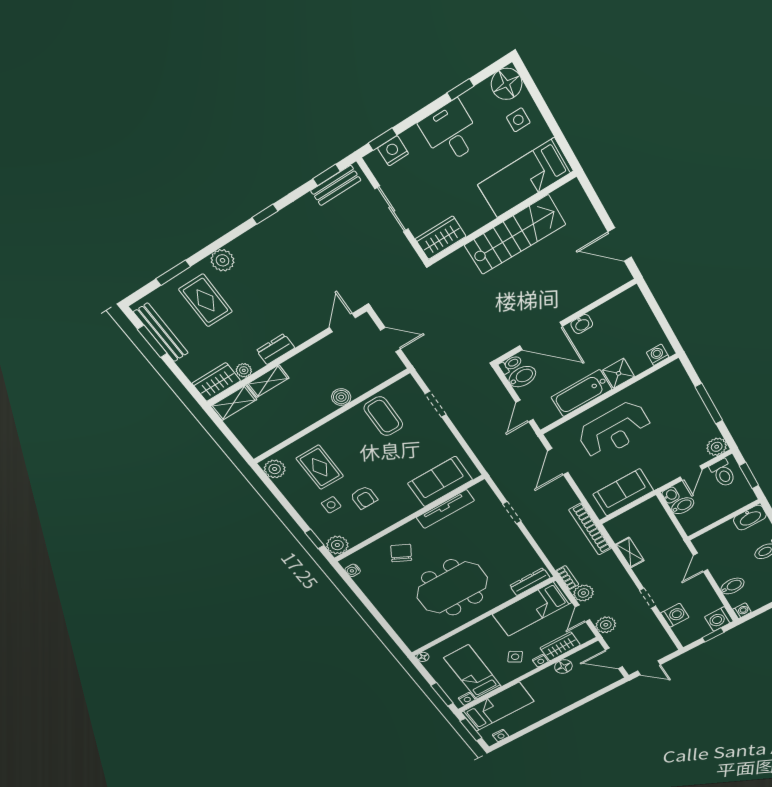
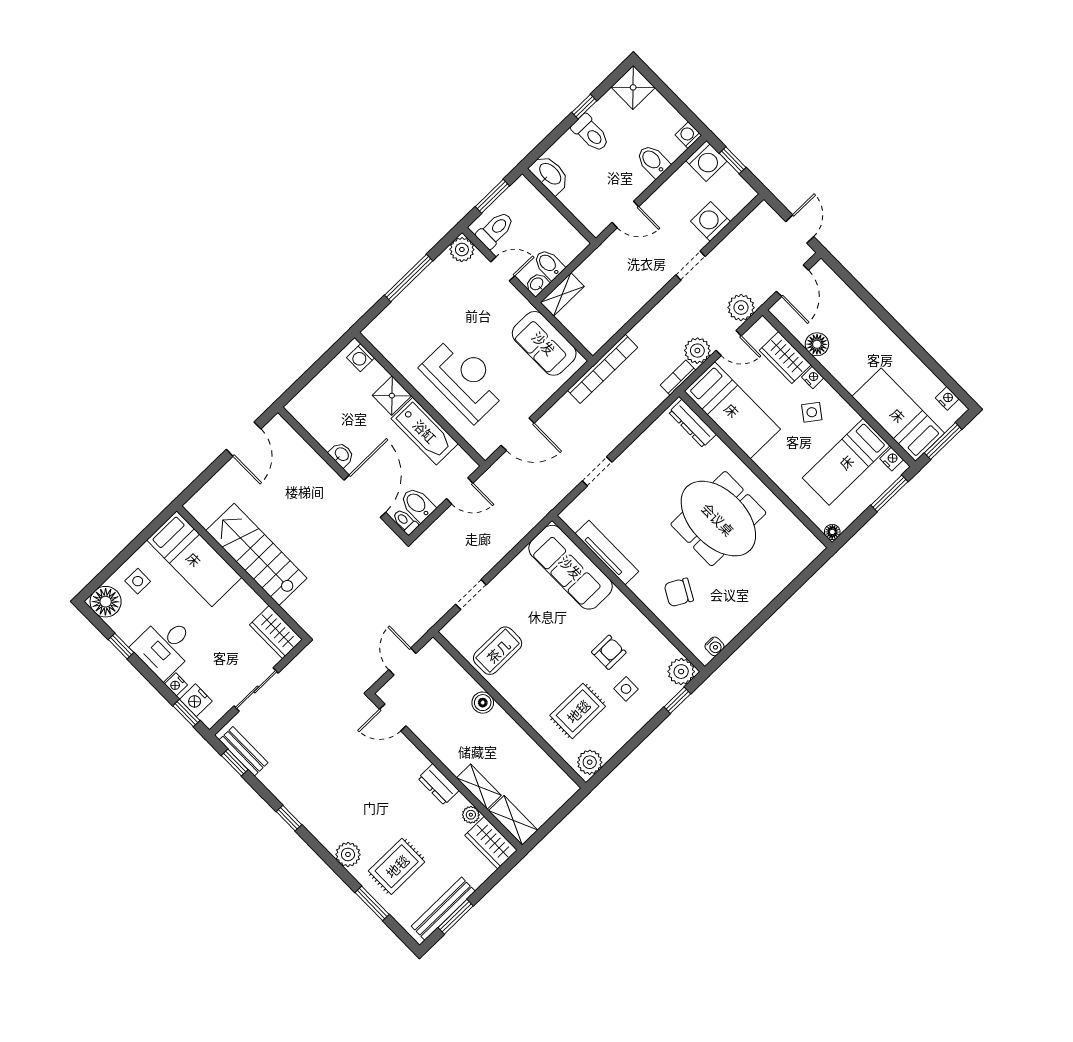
nightstand: (412, 135) -> (176, 684), added
sofa: (440, 482) -> (571, 567), width x1.36
shelving: (630, 552) -> (562, 294), moved

